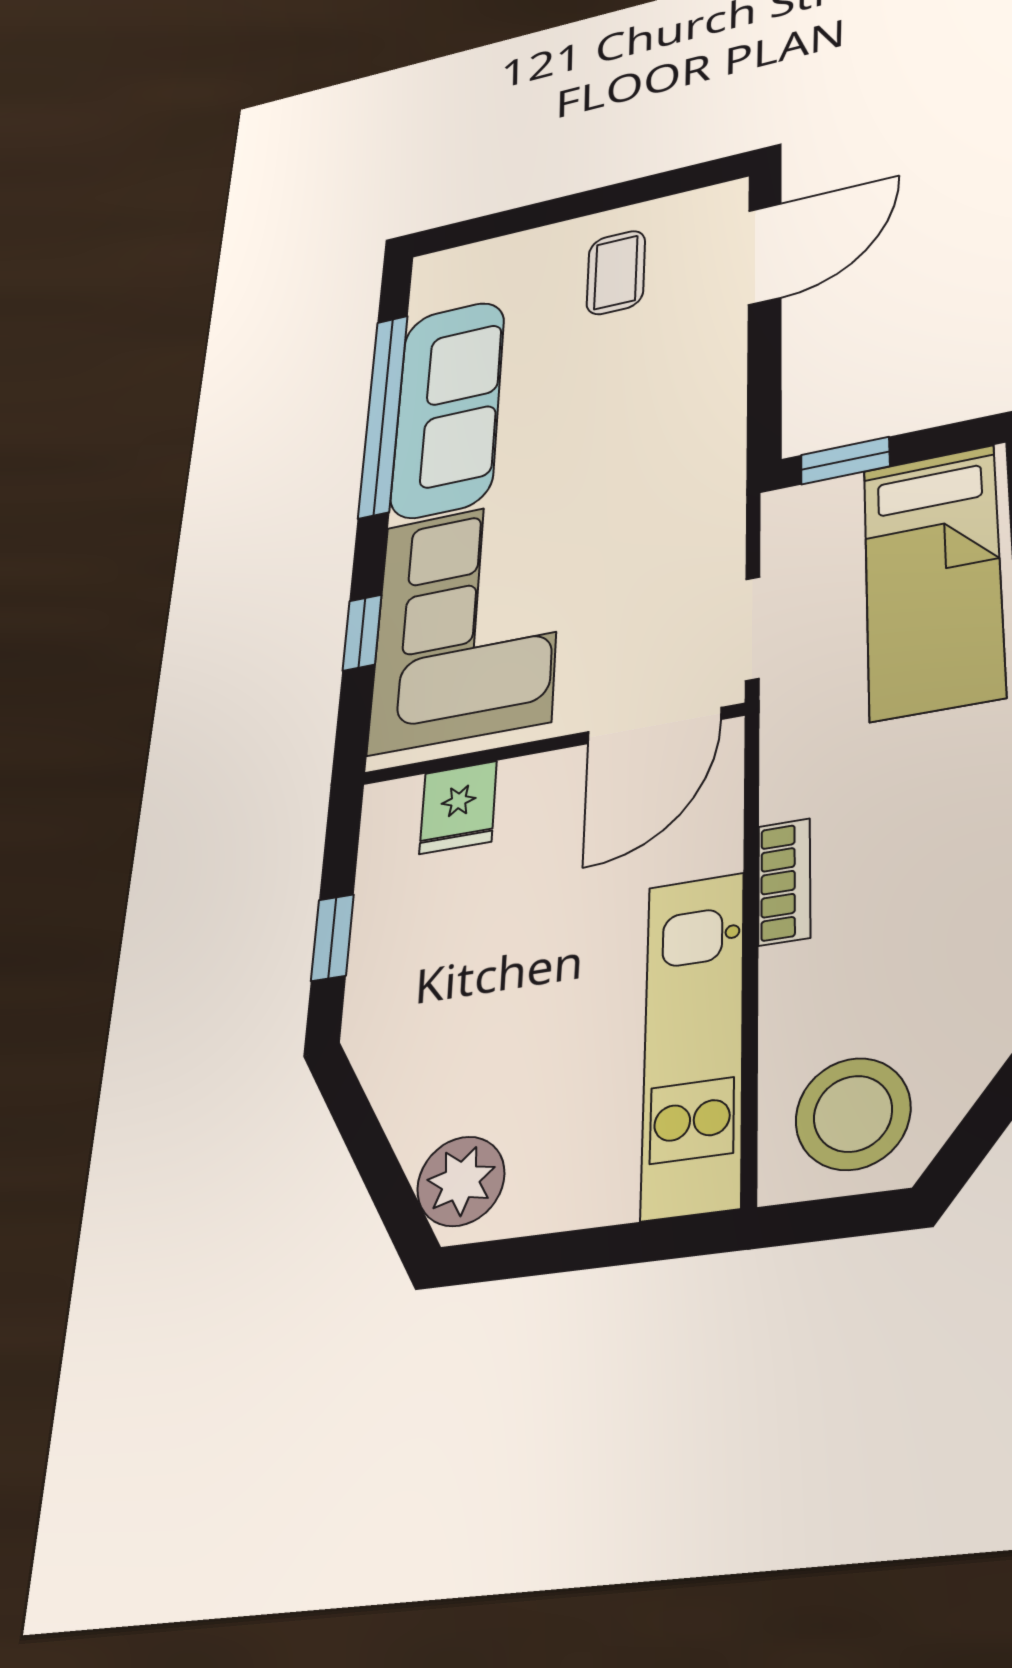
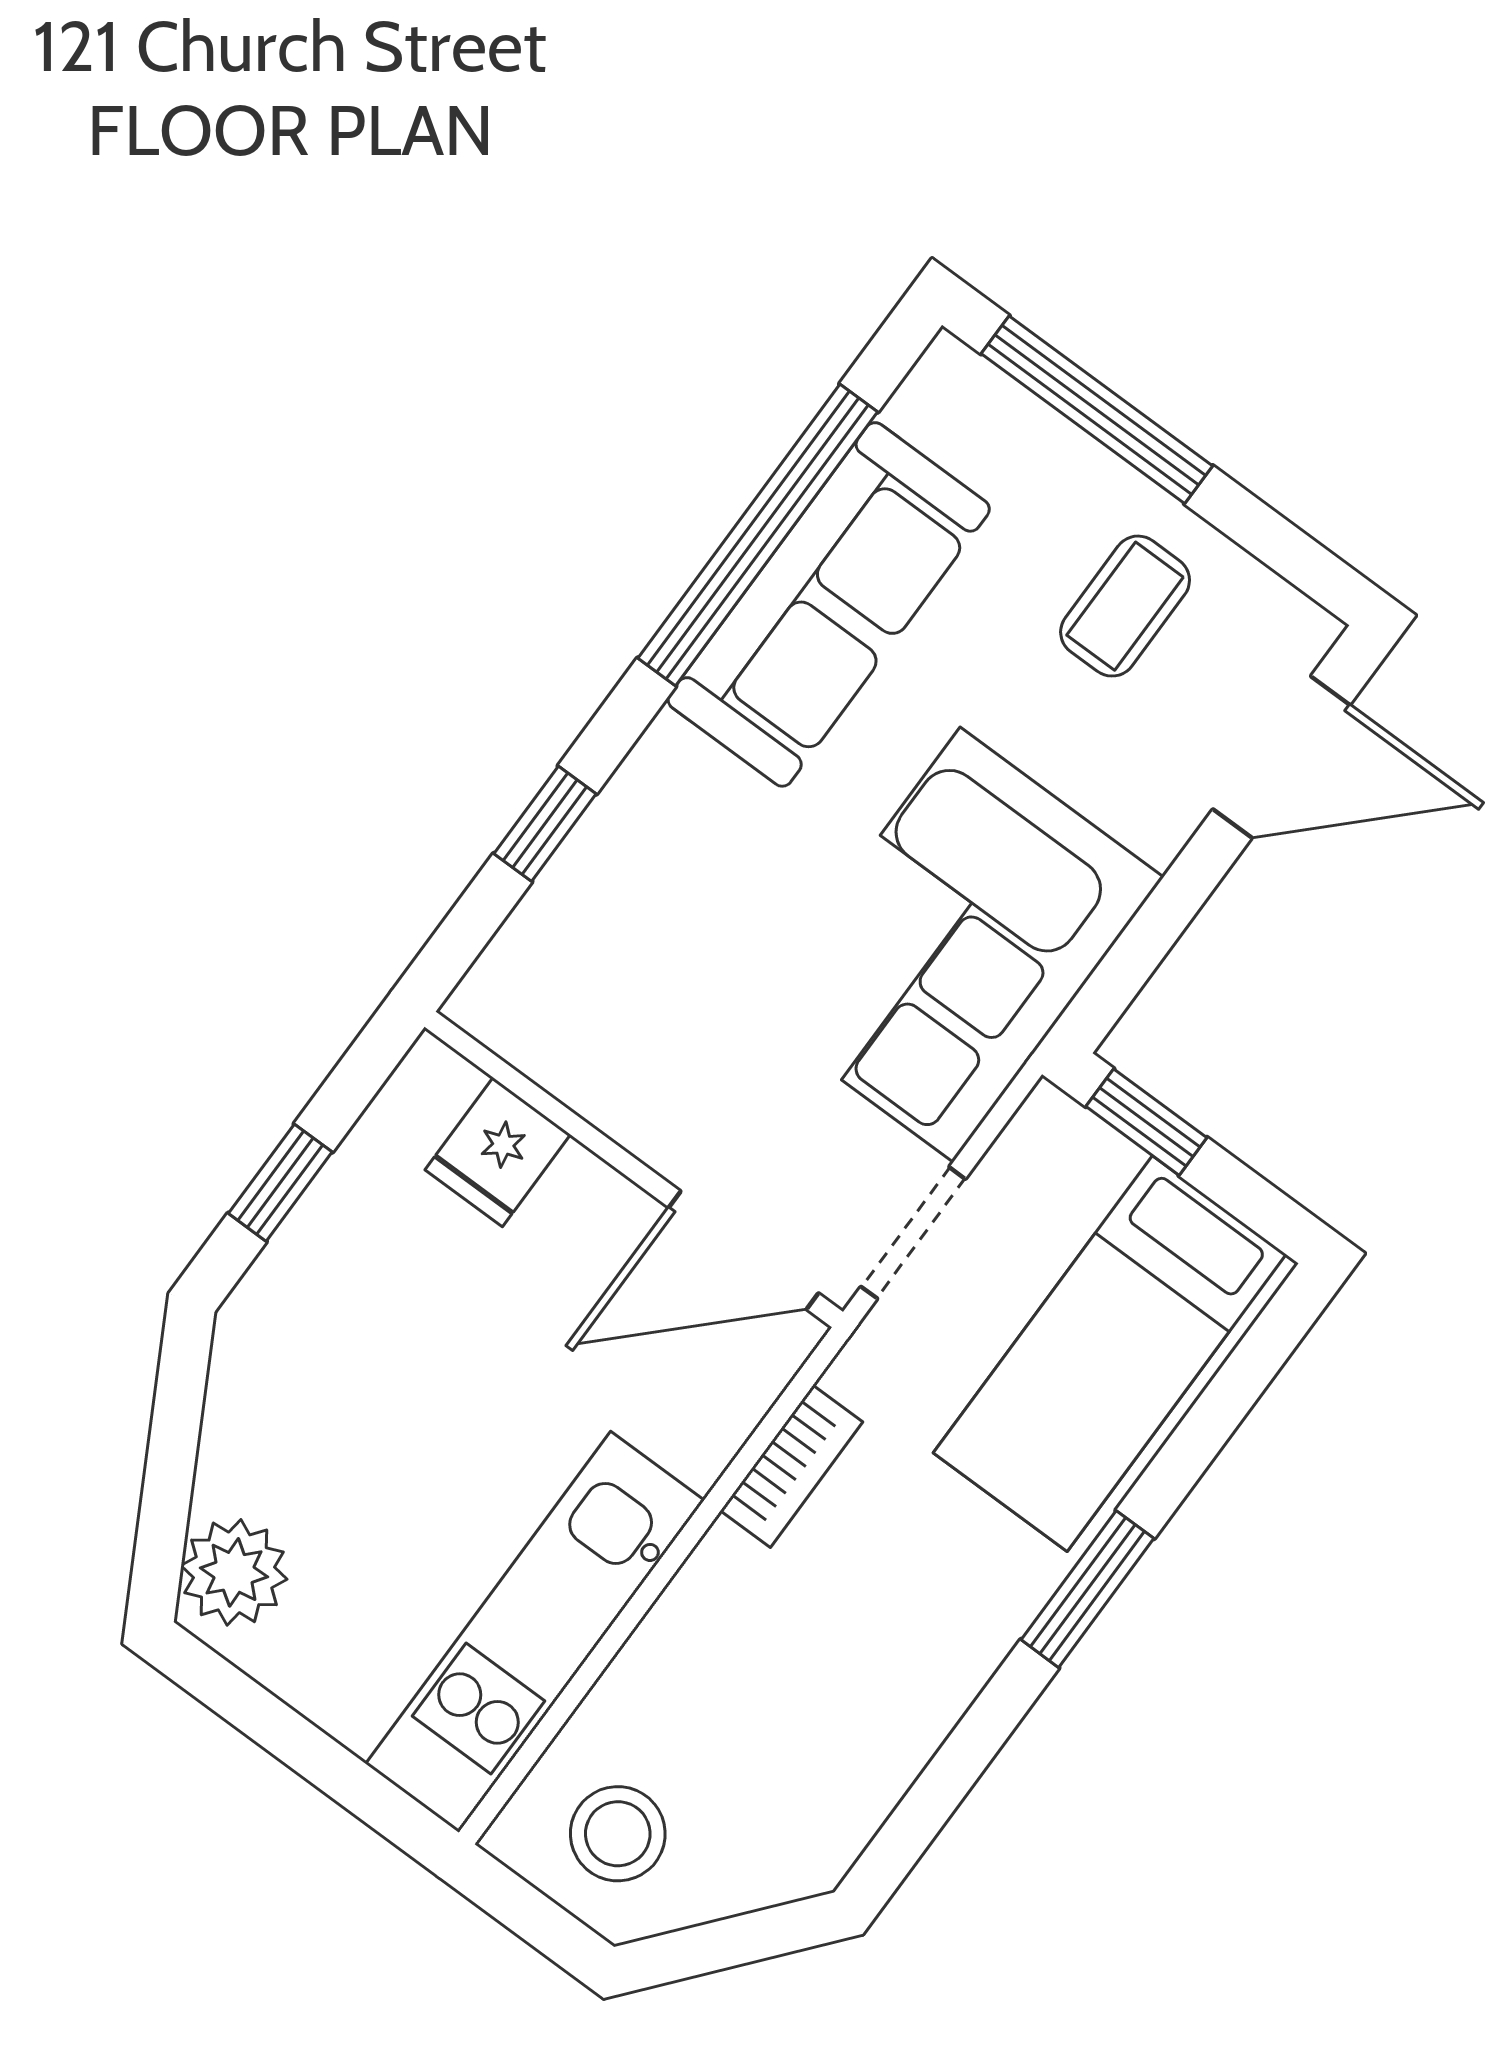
window: (527, 218) -> (1097, 410), added
corner sofa: (467, 622) -> (957, 945), moved, turned 180
bookcase: (784, 882) -> (792, 1466), moved
stool: (853, 1114) -> (618, 1834), width x0.73, depth x0.73

